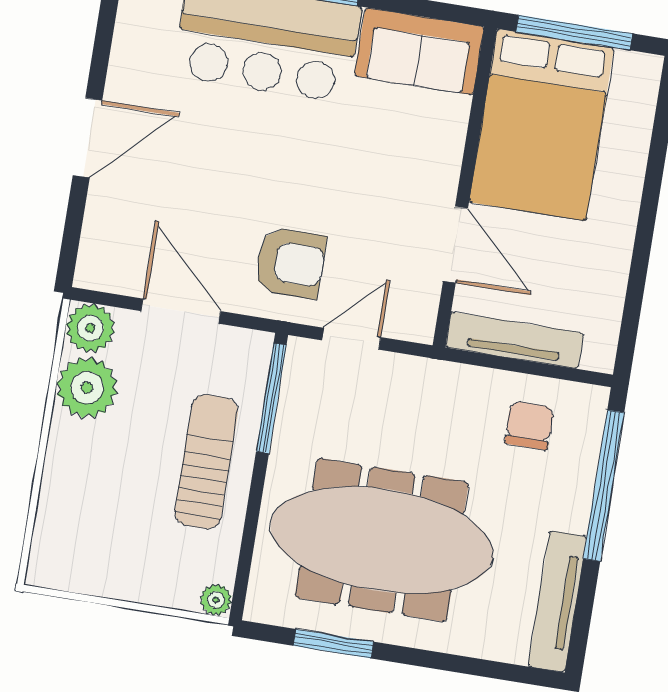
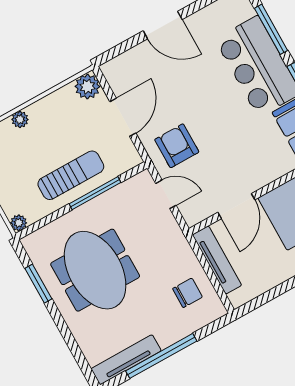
armchair: (290, 263) -> (177, 146), turned 180
plant: (87, 388) -> (20, 119), moved, width x0.53, depth x0.53
window: (271, 398) -> (95, 193), moved
window: (604, 486) -> (161, 356), moved
meeting table: (382, 540) -> (95, 270), width x0.73

